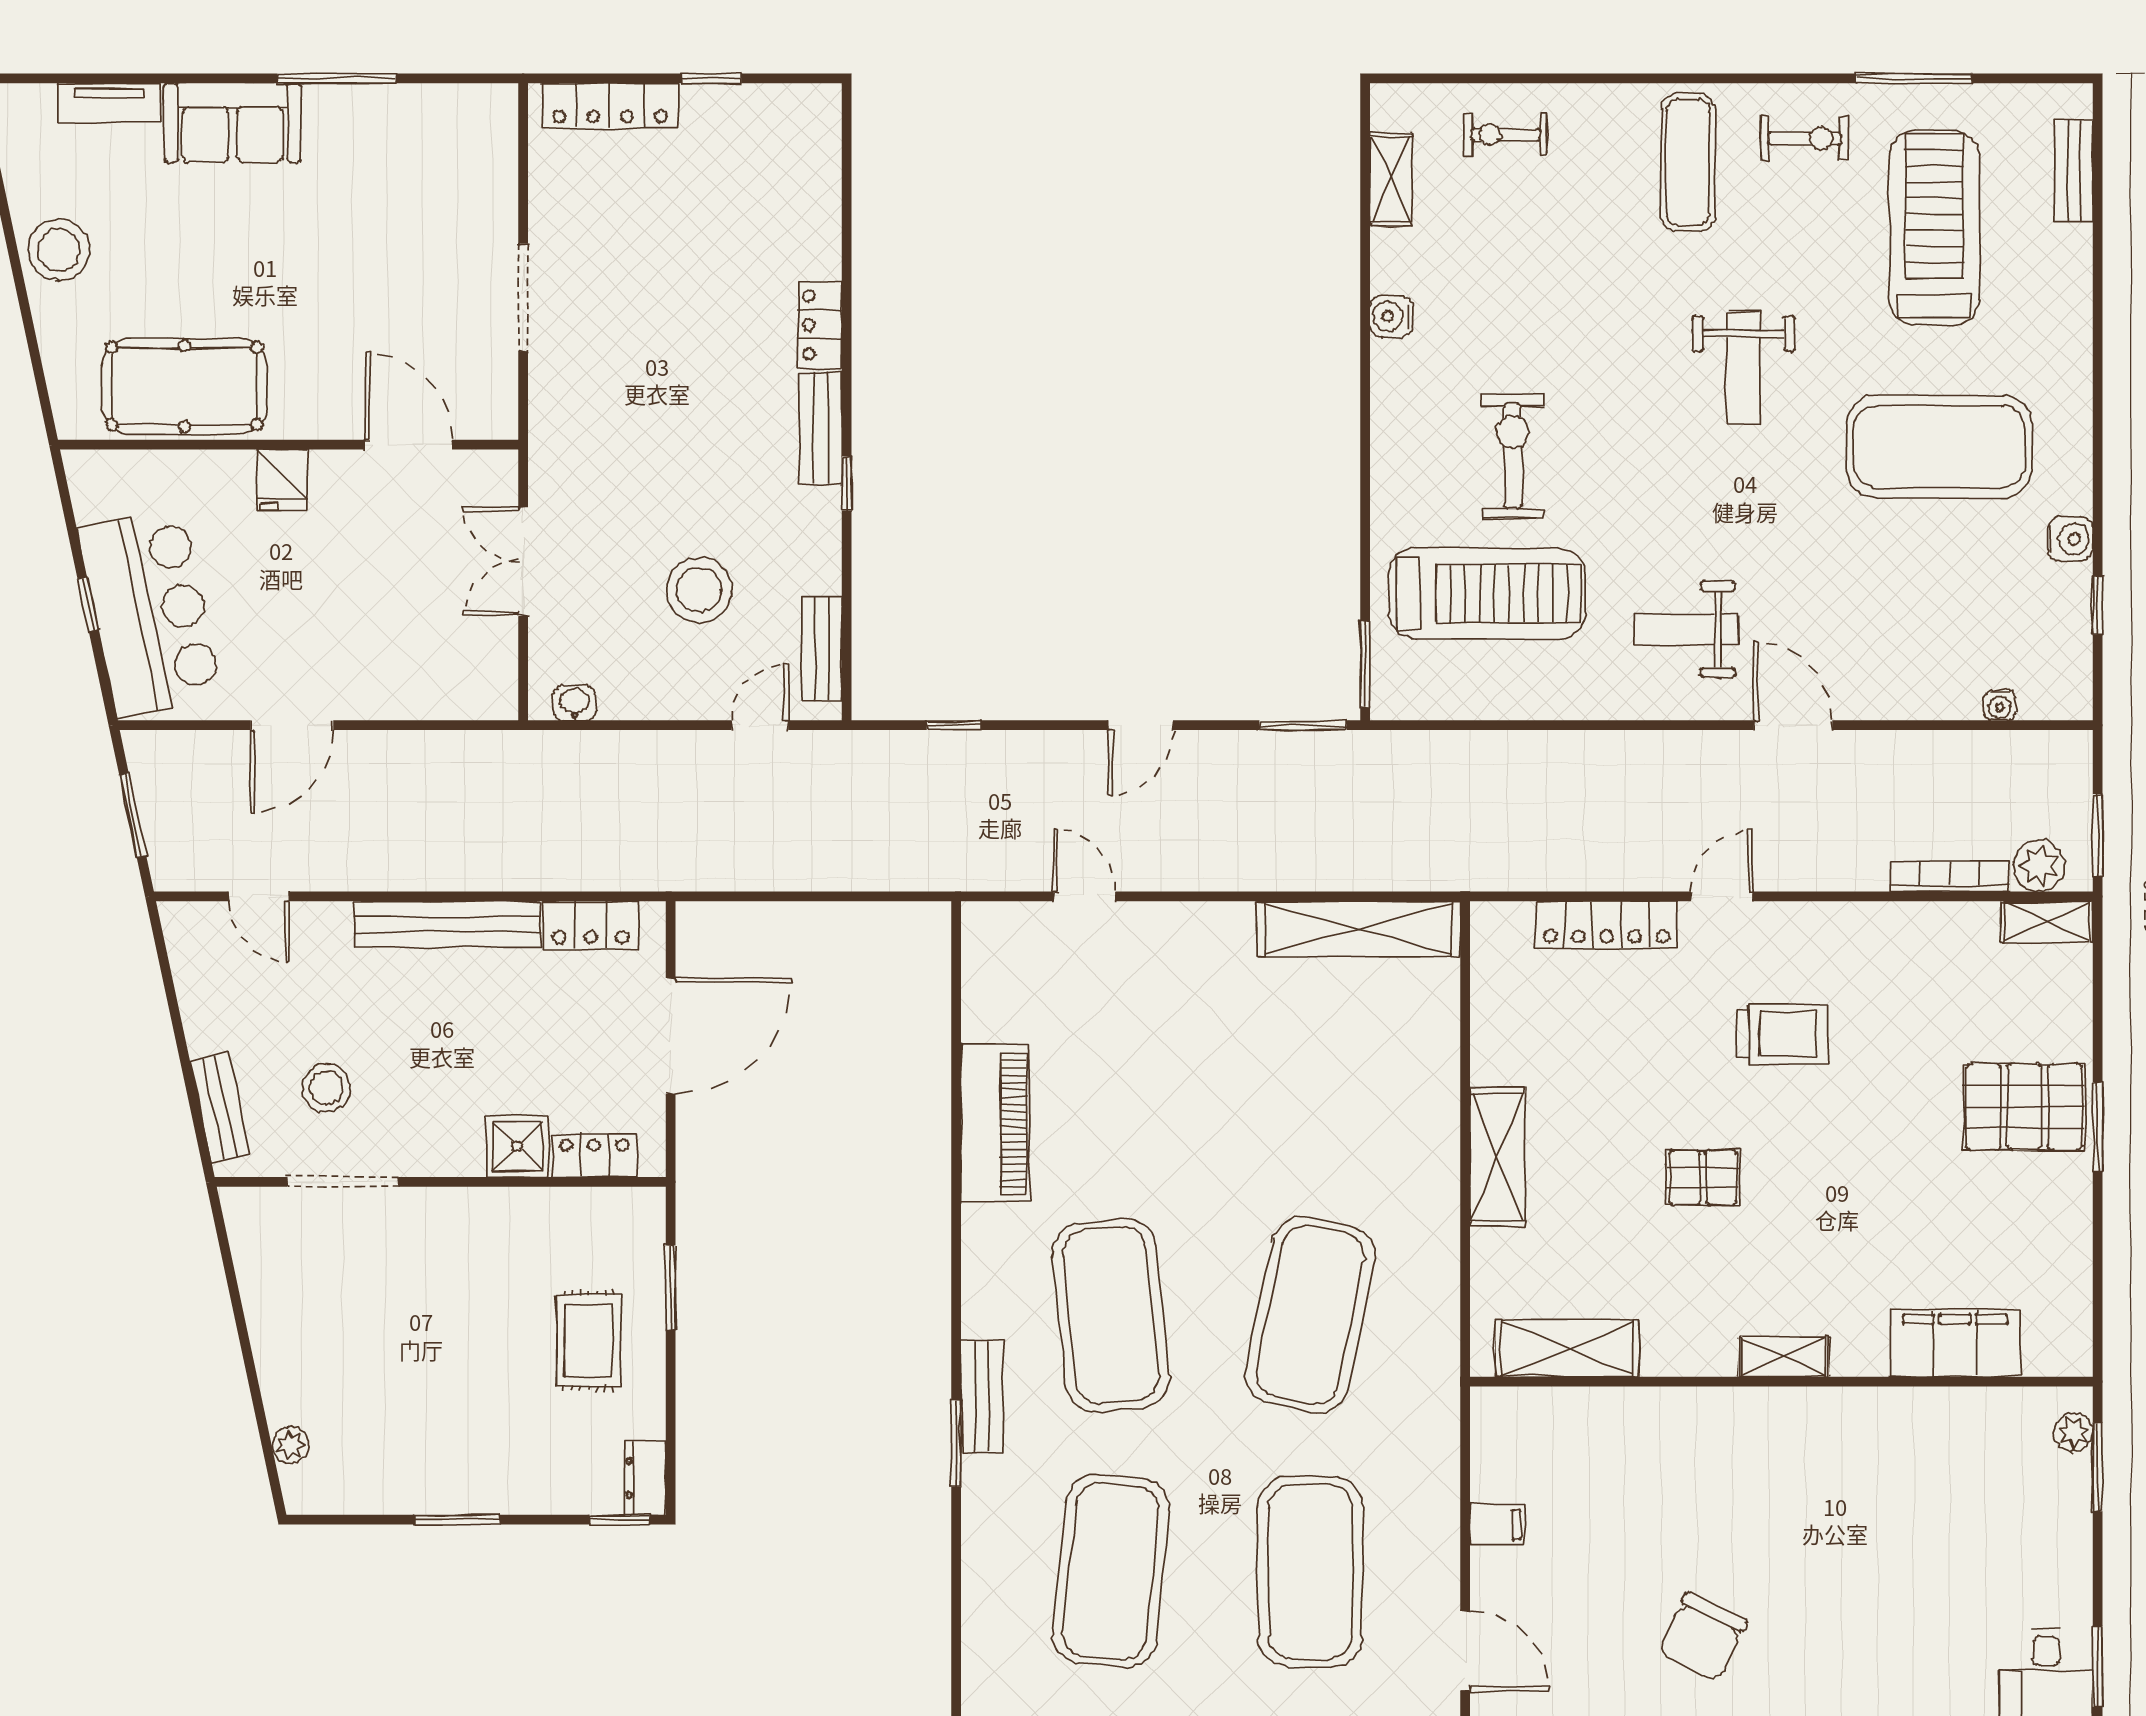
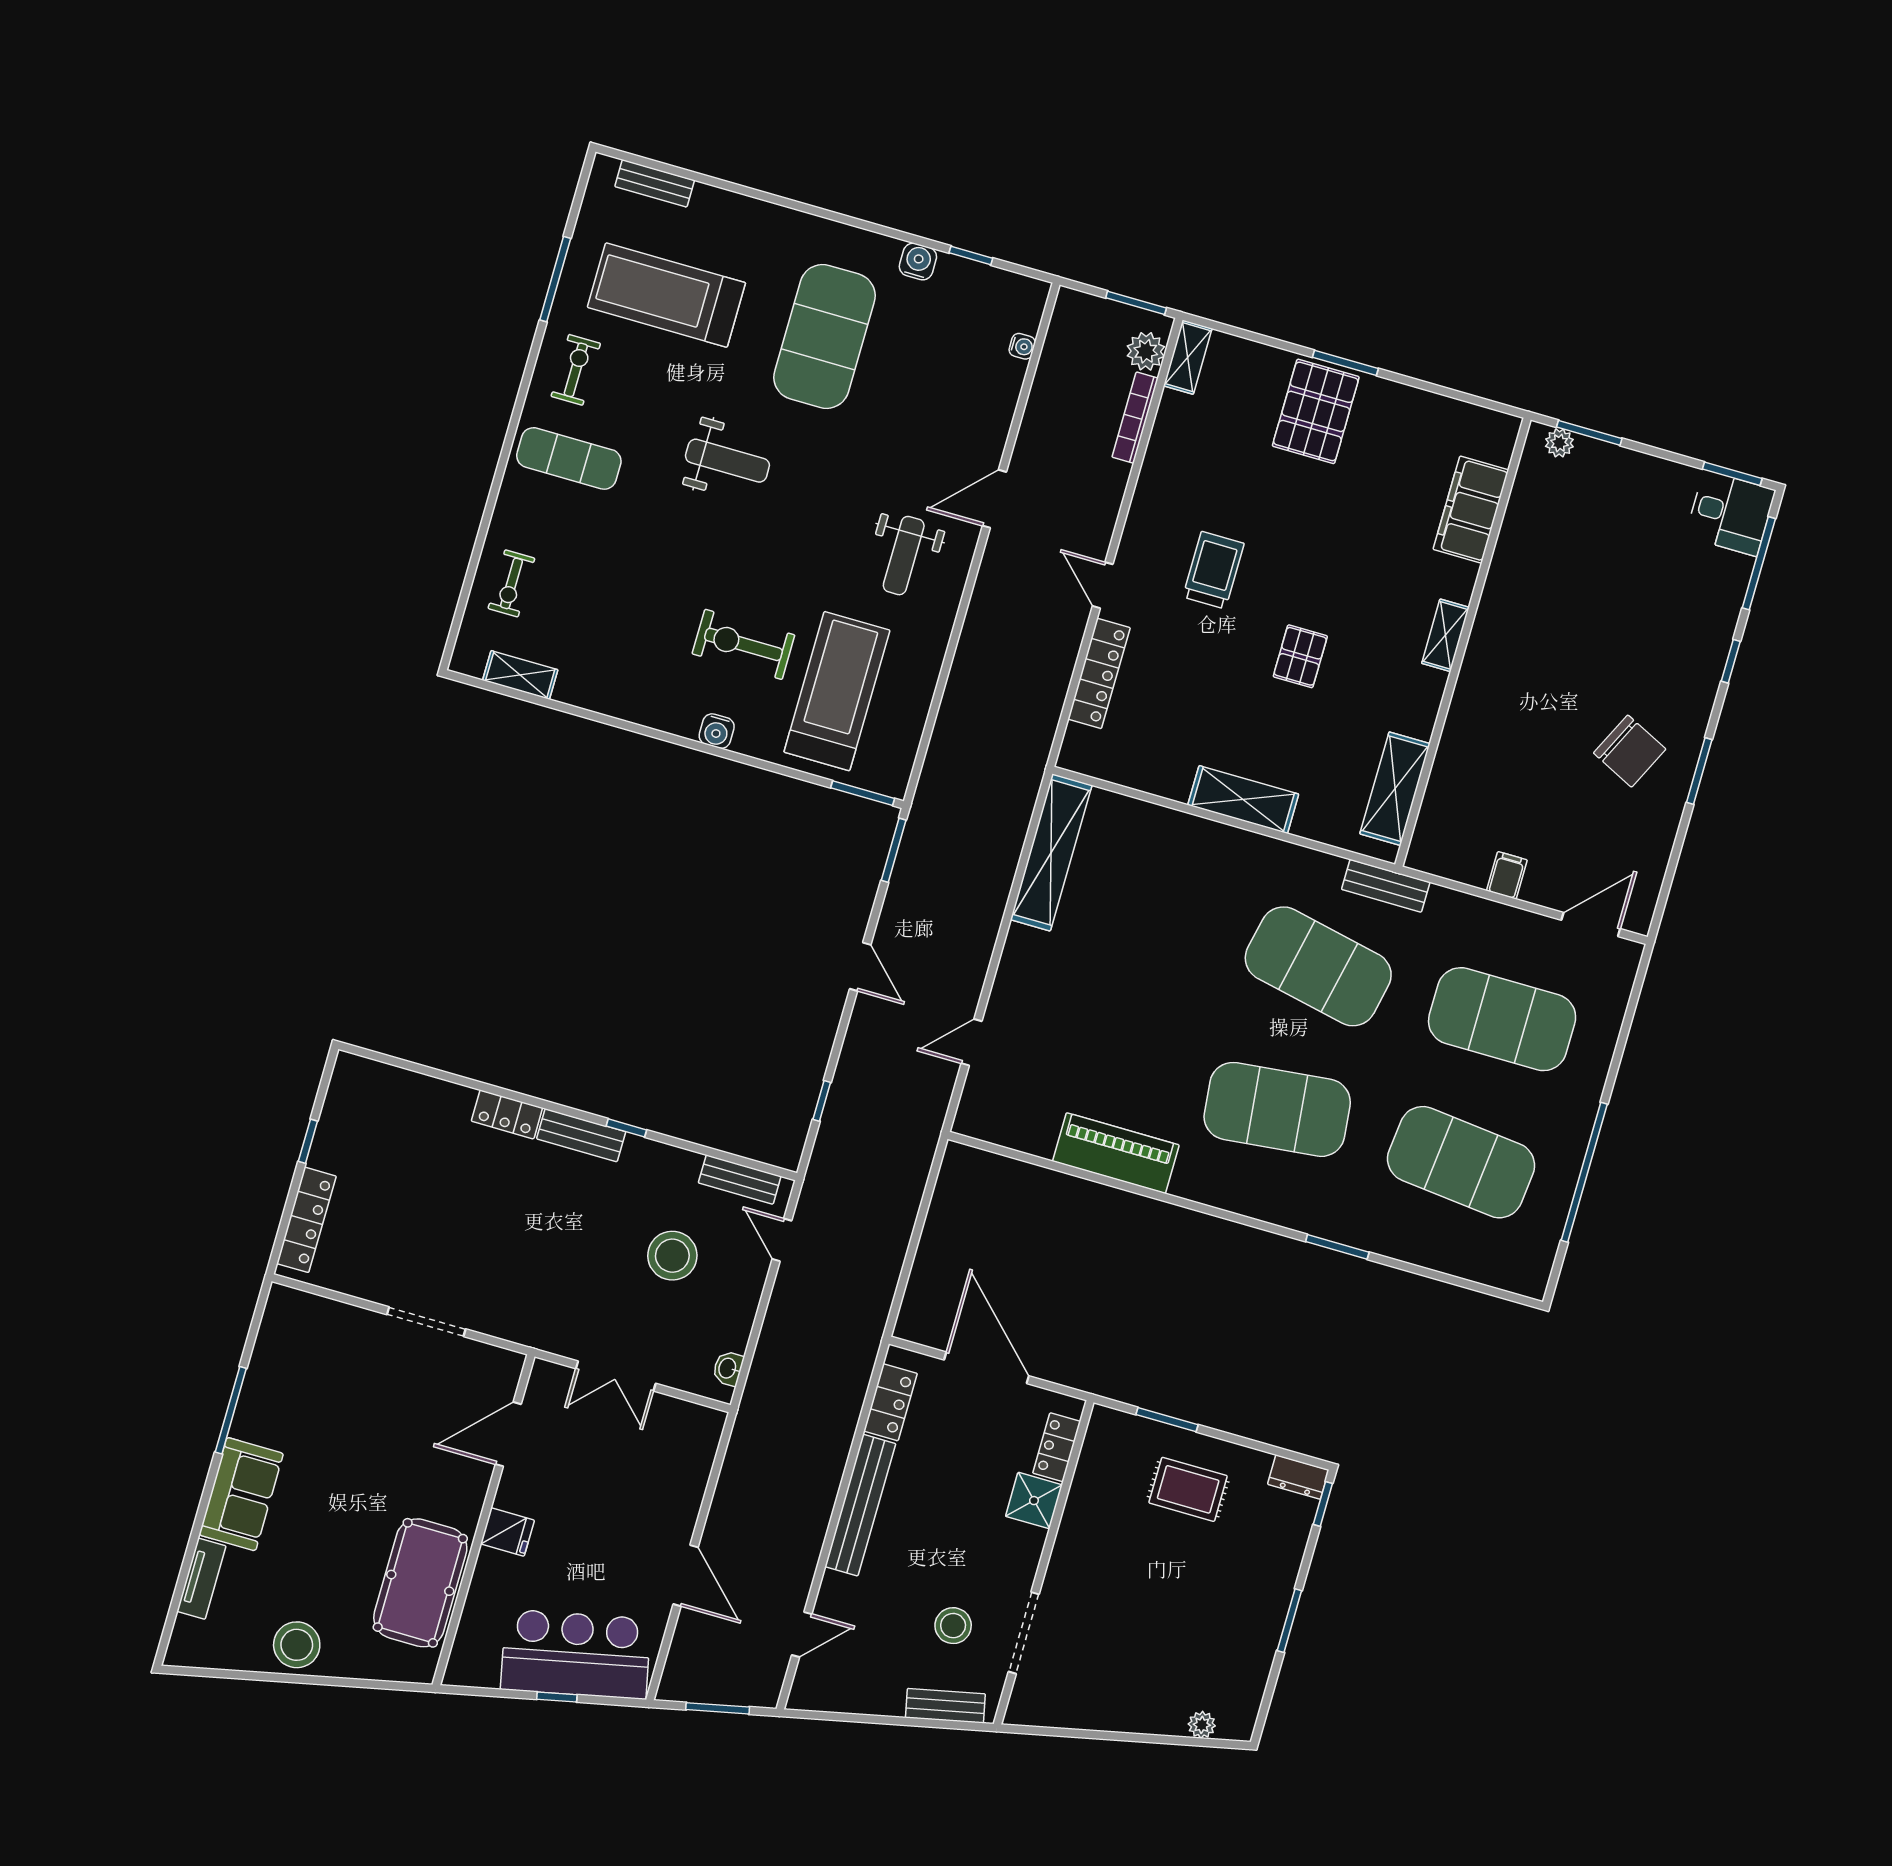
water cooler: (1391, 316) -> (717, 731), moved
bench: (982, 1396) -> (1386, 886), moved

